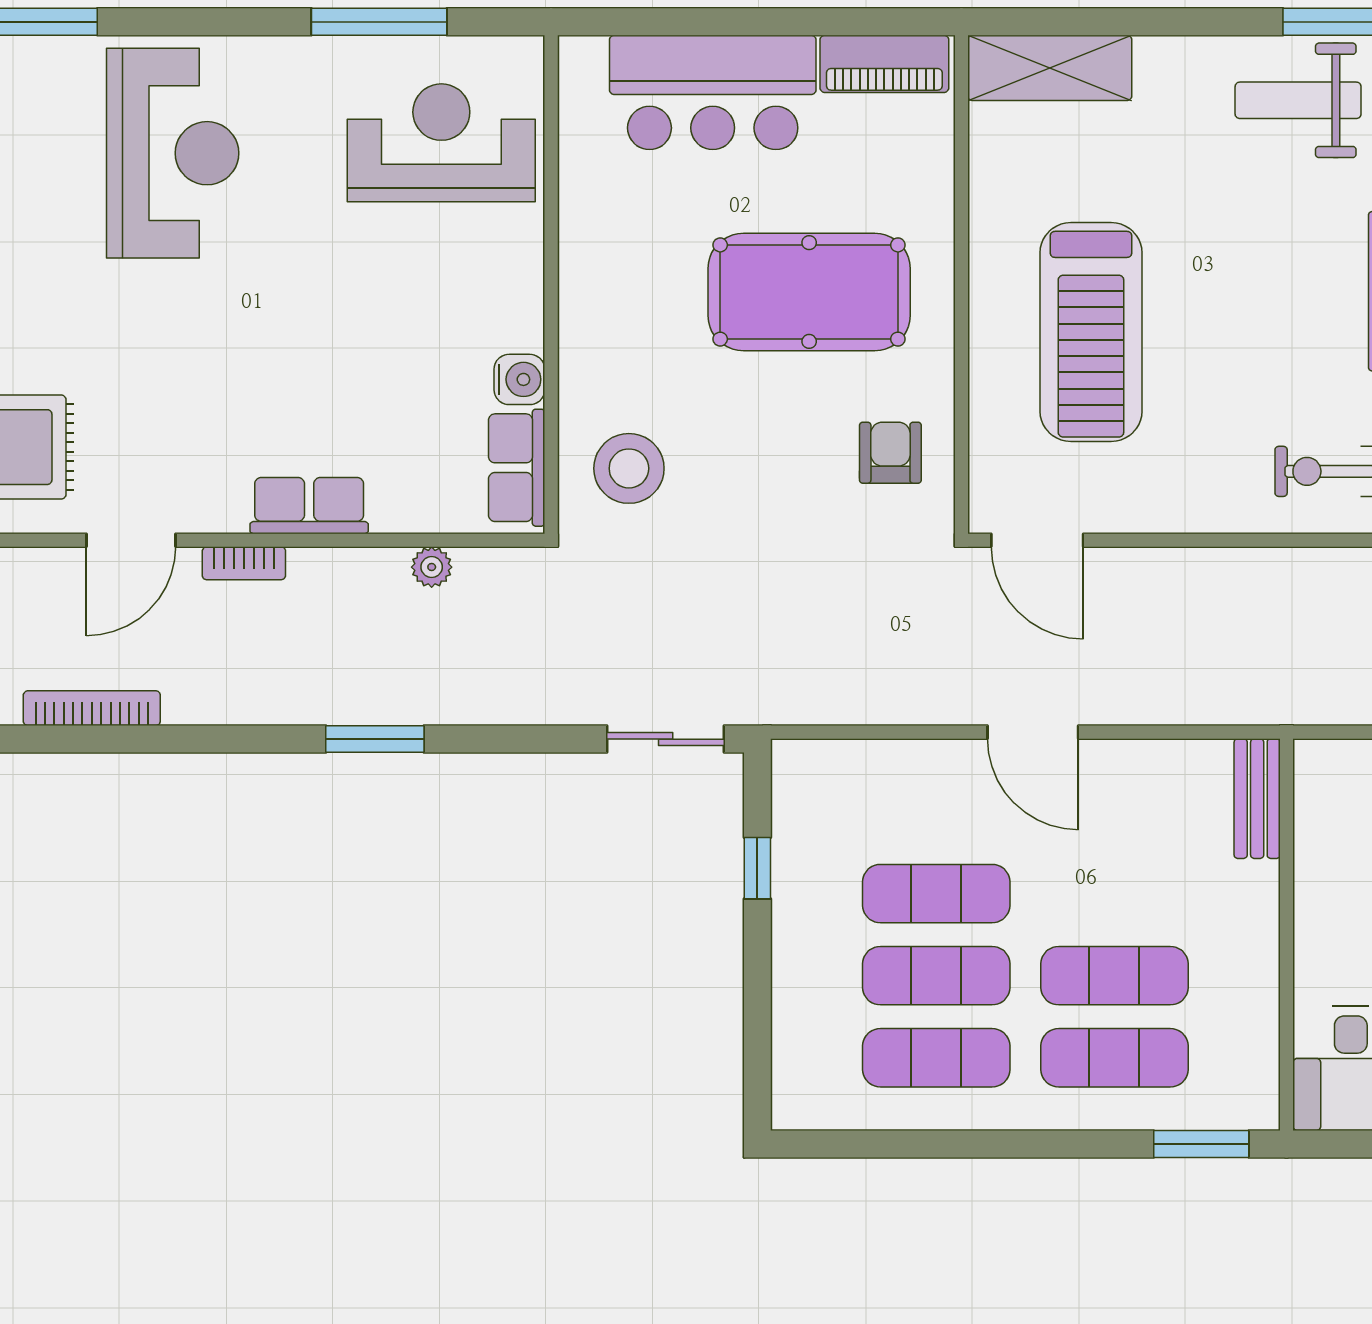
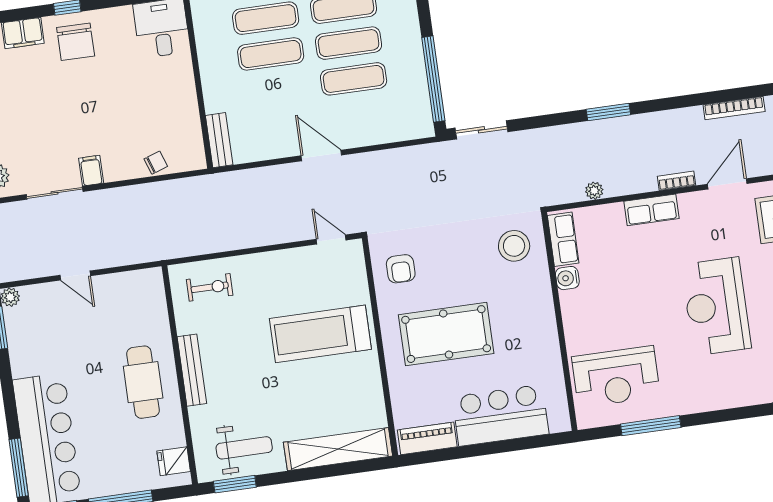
shelving: (1050, 68) -> (338, 449), width x1.47
reception desk: (173, 153) -> (716, 306), moved
treadmill: (1091, 332) -> (320, 334), turned -90
door: (1037, 540) -> (331, 240), width x0.73
window: (757, 868) -> (433, 79), width x3.17

